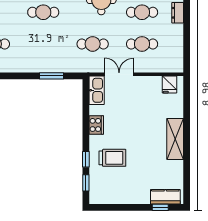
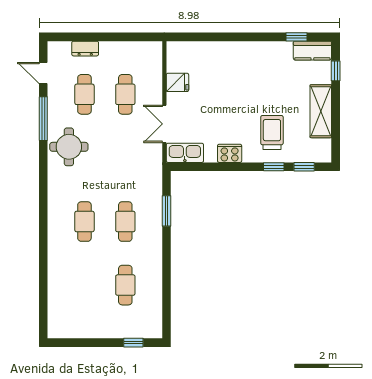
cafe table: (93, 44) -> (125, 222), moved
fridge: (169, 84) -> (177, 82), moved
shelving: (175, 139) -> (321, 111), moved, turned 90
window: (187, 177) -> (297, 37), added
kitchen counter: (165, 197) -> (312, 51), moved, turned -90

